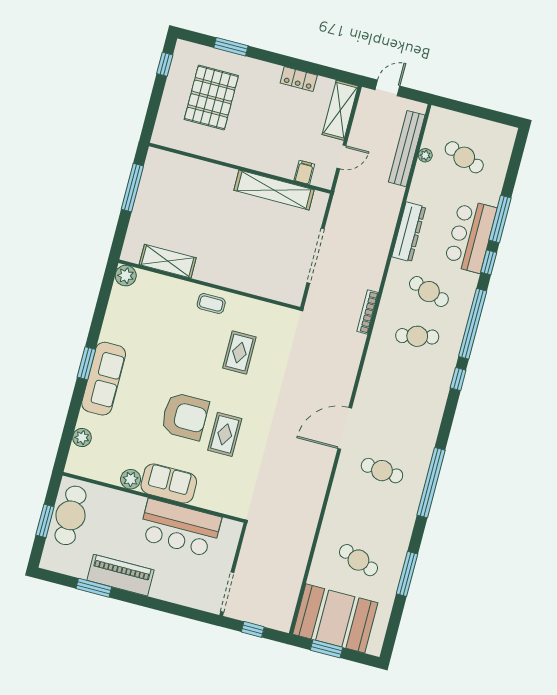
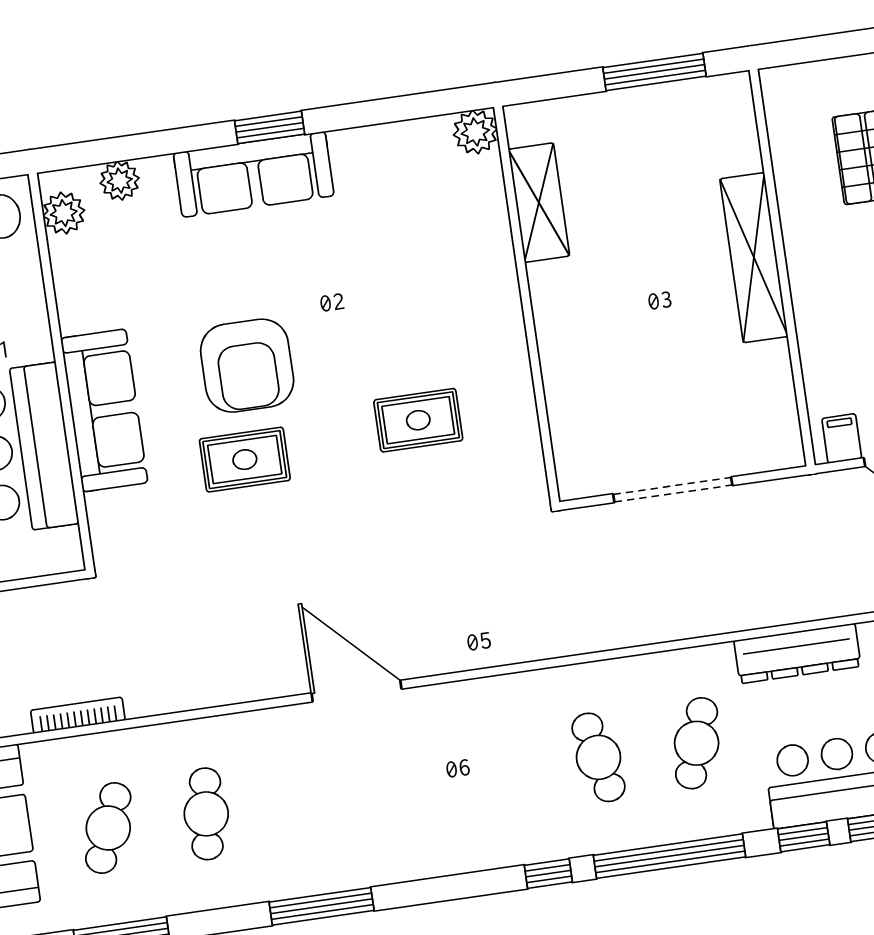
filing cabinet: (304, 172) -> (842, 439), moved, turned -90
shelving: (274, 190) -> (754, 258), moved
coffee table: (211, 303) -> (492, 324), removed
bookcase: (368, 312) -> (78, 715), moved
cafe table: (382, 471) -> (206, 814), moved
plant: (131, 479) -> (64, 213), moved
sofa: (169, 483) -> (104, 410), width x1.36
window: (431, 483) -> (322, 906), width x0.68

